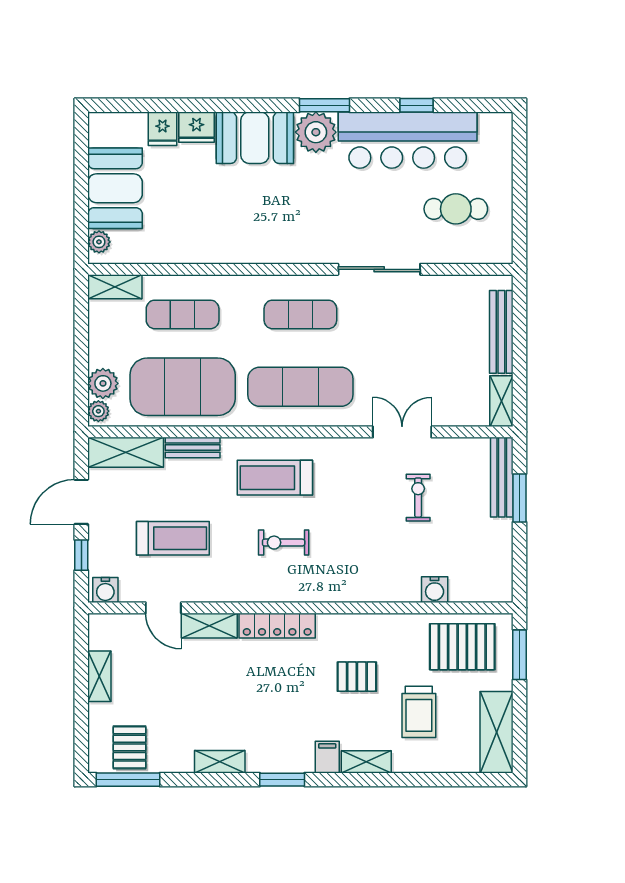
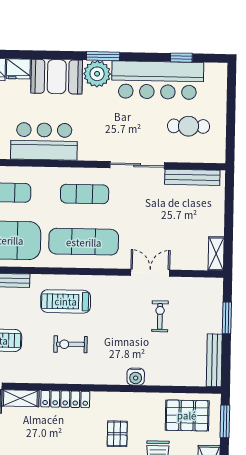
window: (417, 105) -> (181, 58), moved
bar counter: (238, 236) -> (44, 141), added
bench: (501, 332) -> (192, 177), moved, turned 90
bench: (502, 477) -> (214, 360), moved
water cooler: (435, 590) -> (136, 377), moved
pallet: (357, 677) -> (117, 434), turned 90

